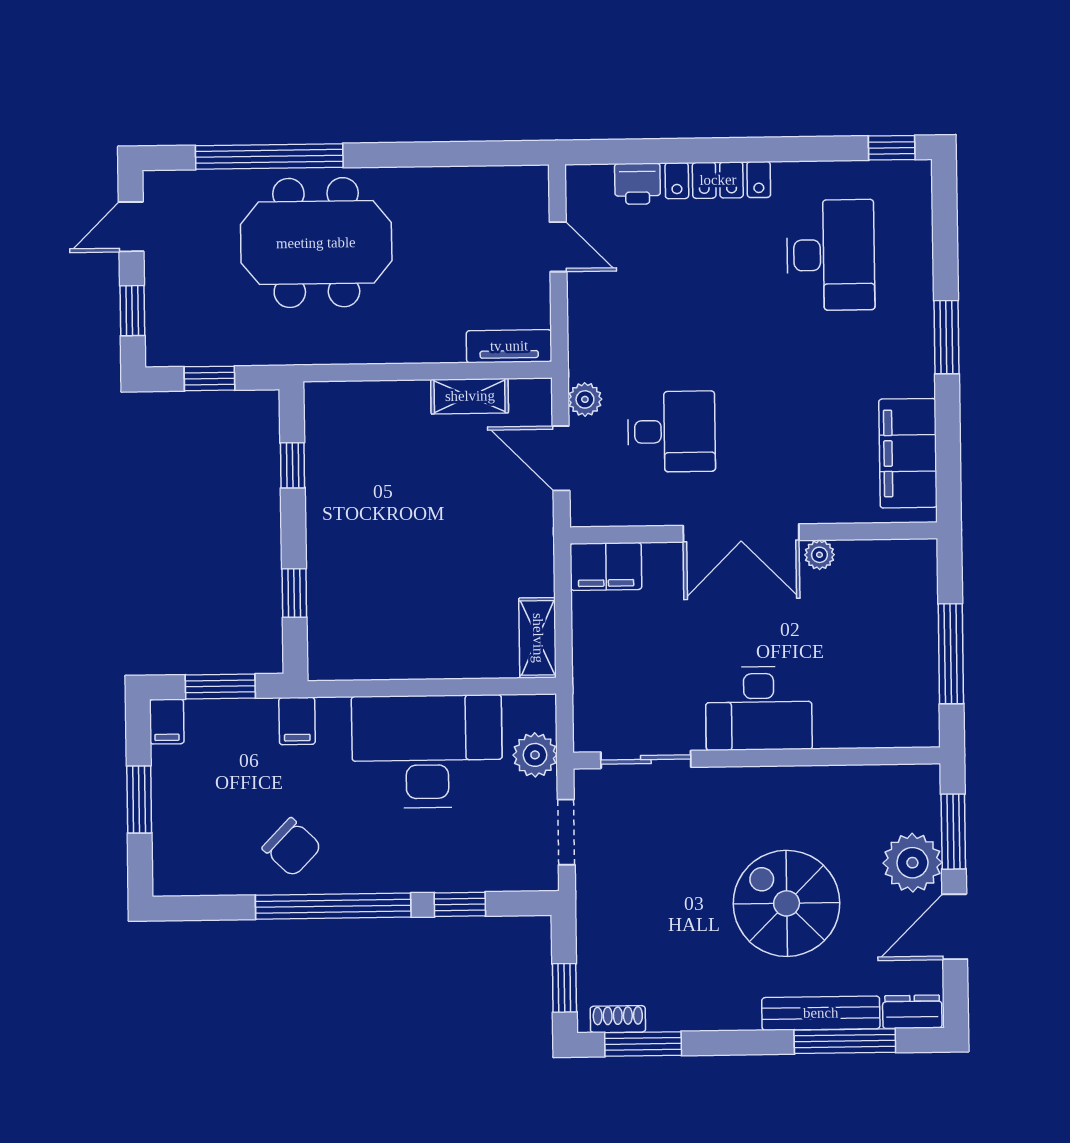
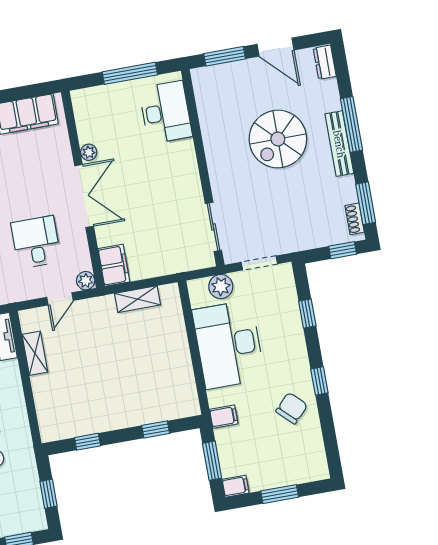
plant: (585, 399) -> (86, 281), moved
door: (561, 458) -> (60, 299), width x0.73
shelving: (538, 638) -> (137, 299), moved
desk: (759, 708) -> (166, 112), moved
plant: (912, 863) -> (245, 75), removed
window: (333, 906) -> (319, 381), width x0.32
bench: (821, 1013) -> (339, 144), moved
window: (845, 1041) -> (351, 124), moved

